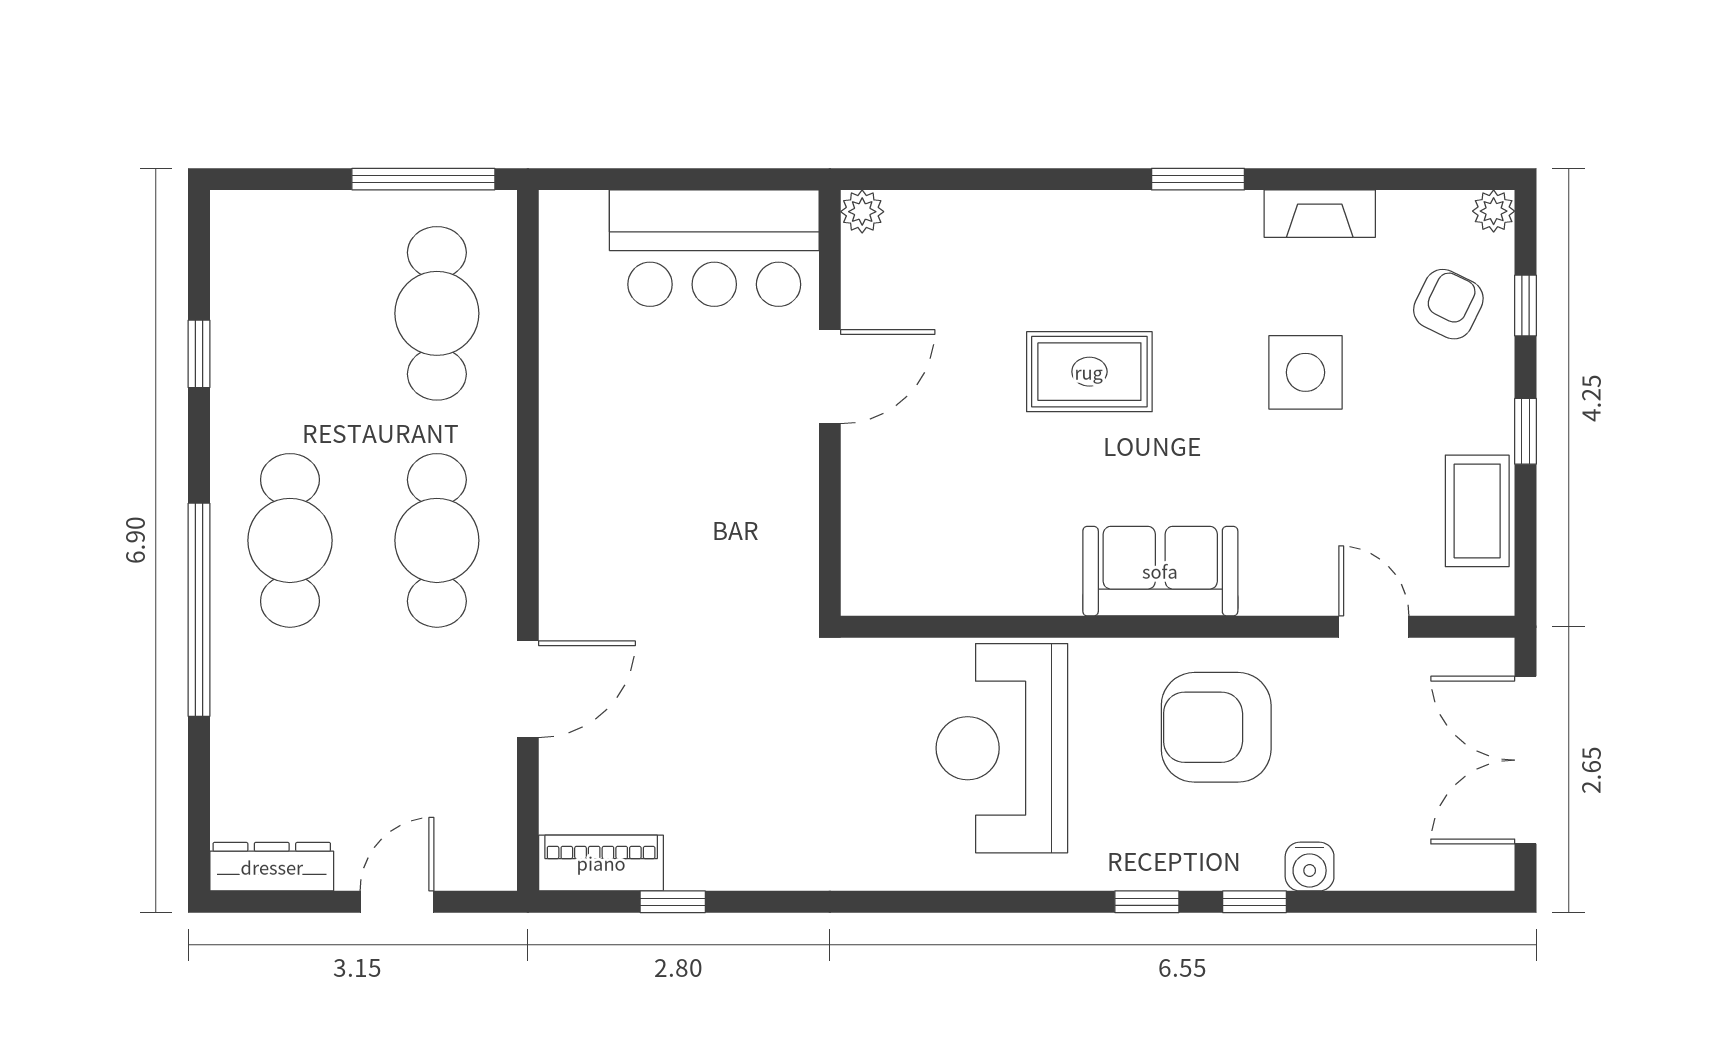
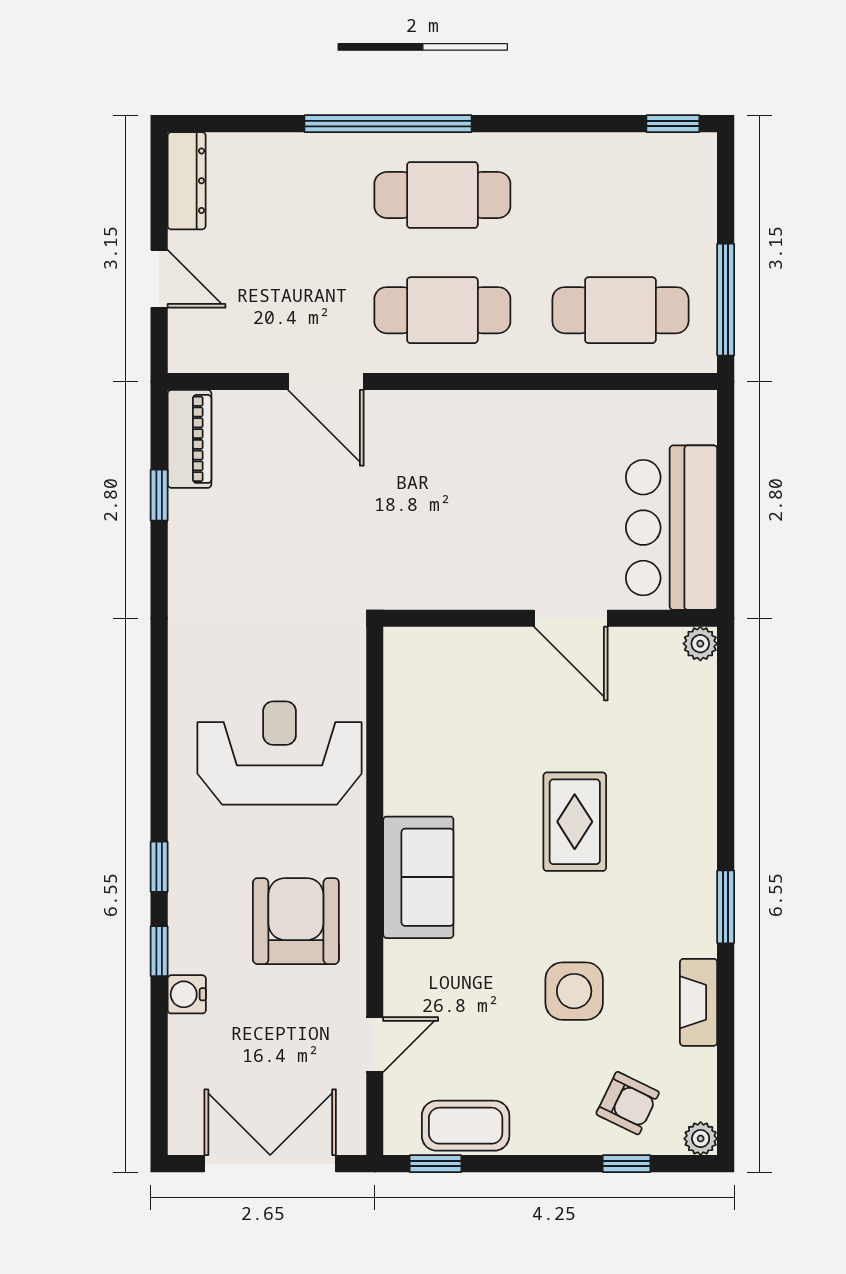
window: (199, 354) -> (673, 124), moved
window: (1526, 431) -> (435, 1164), moved

